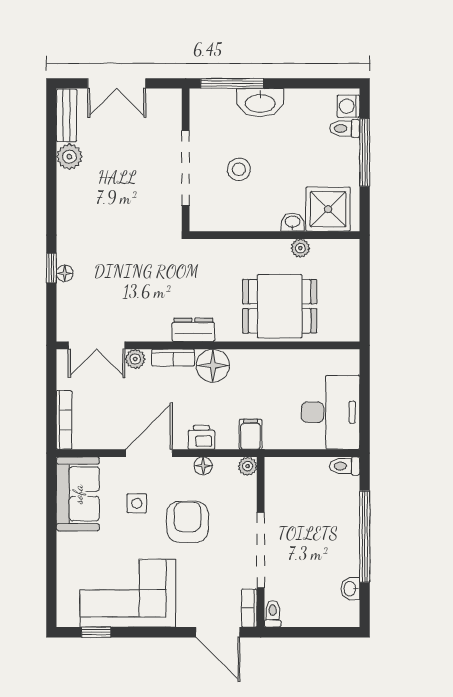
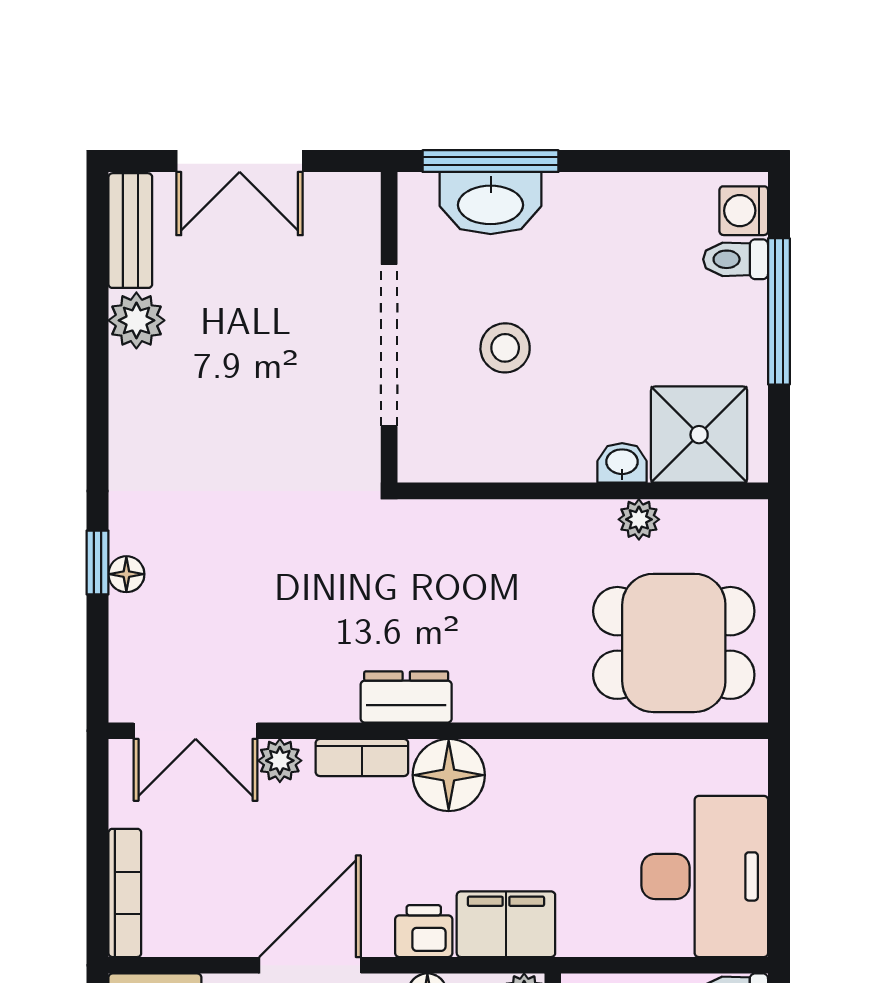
washbasin: (260, 103) -> (491, 203), moved
dining table: (280, 306) -> (674, 643), moved
filing cabinet: (251, 434) -> (506, 924), width x2.00

